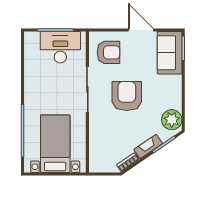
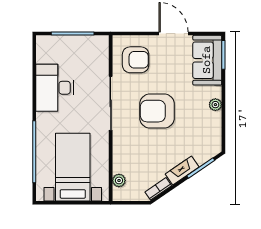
desk: (60, 47) -> (55, 88), moved, turned -90
armchair: (127, 96) -> (157, 111), turned -90
plant: (172, 120) -> (215, 105), moved, width x0.53, depth x0.53
plant: (94, 155) -> (119, 180), added

